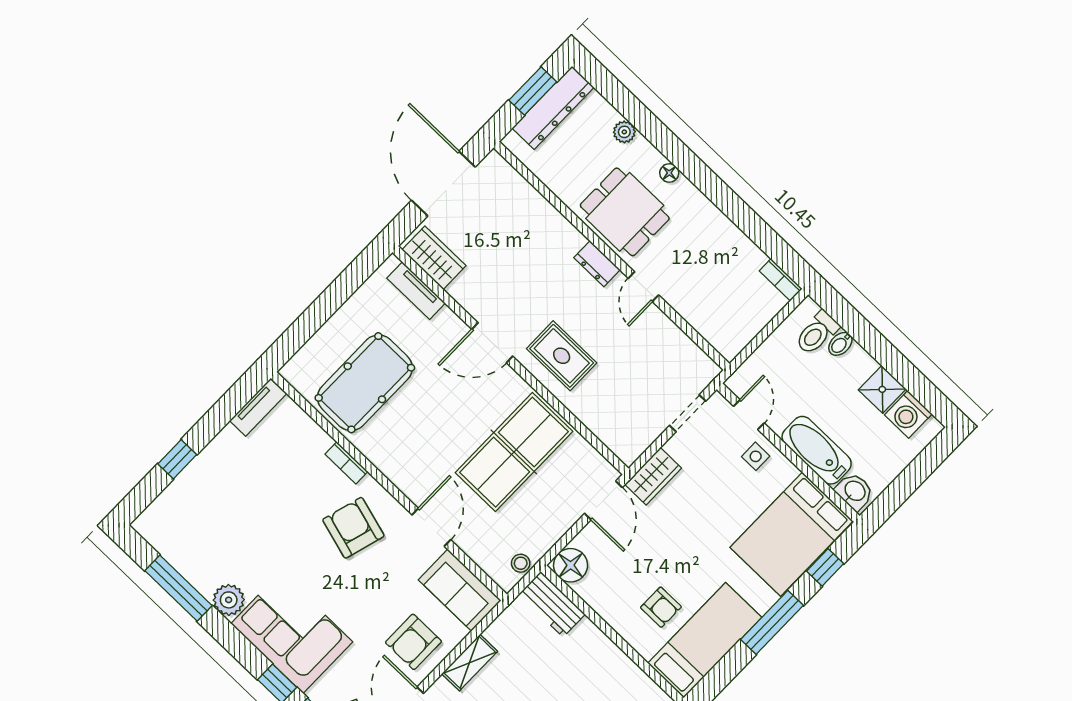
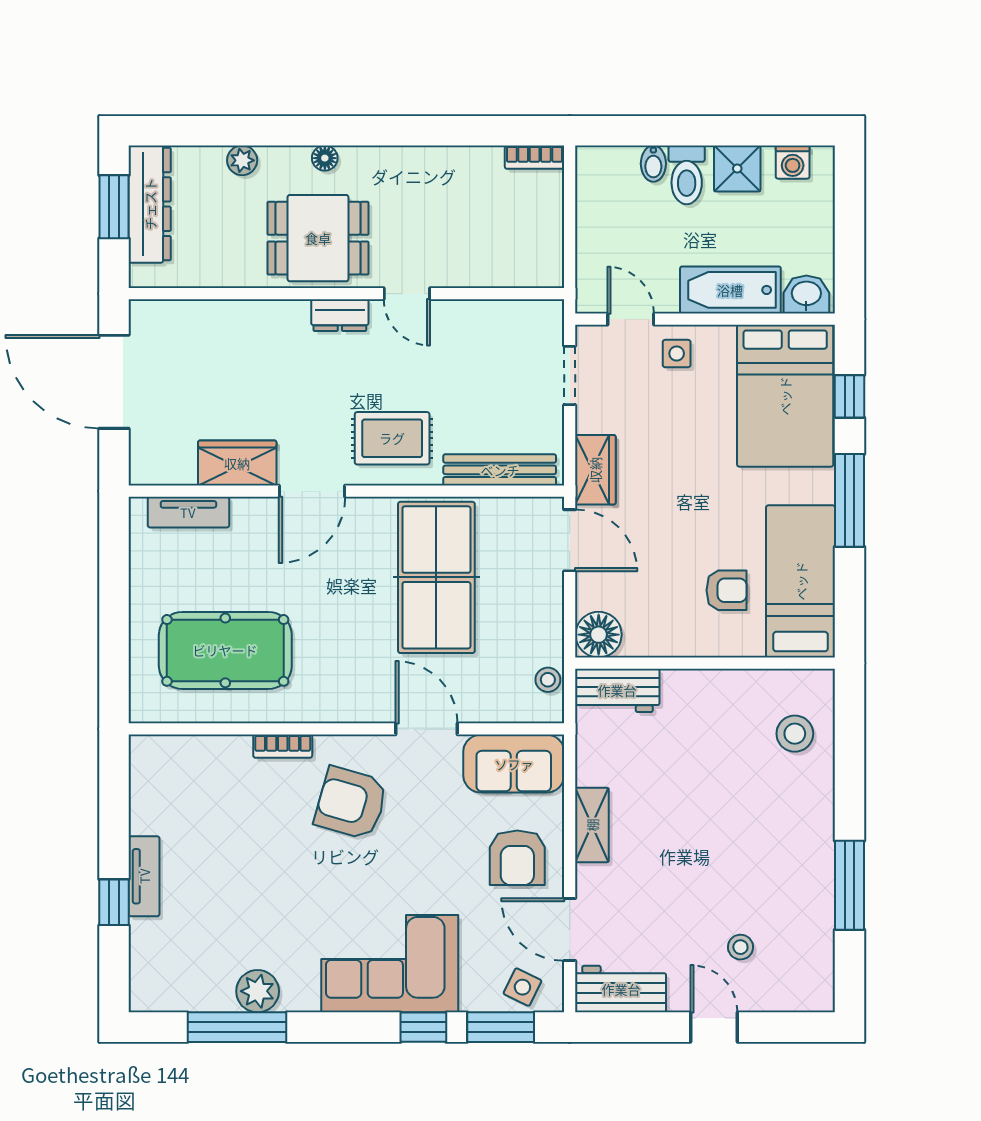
wardrobe: (434, 258) -> (237, 463), moved
toilet: (817, 333) -> (687, 175), moved
pool table: (365, 383) -> (225, 650), turned 90
tv unit: (258, 407) -> (144, 876), moved
washing machine: (908, 414) -> (793, 162), width x0.73, depth x0.73
bench: (602, 427) -> (500, 470), added
plant: (229, 600) -> (258, 991), moved

